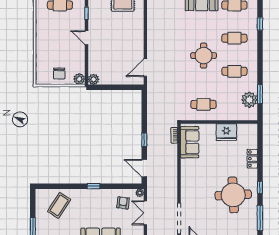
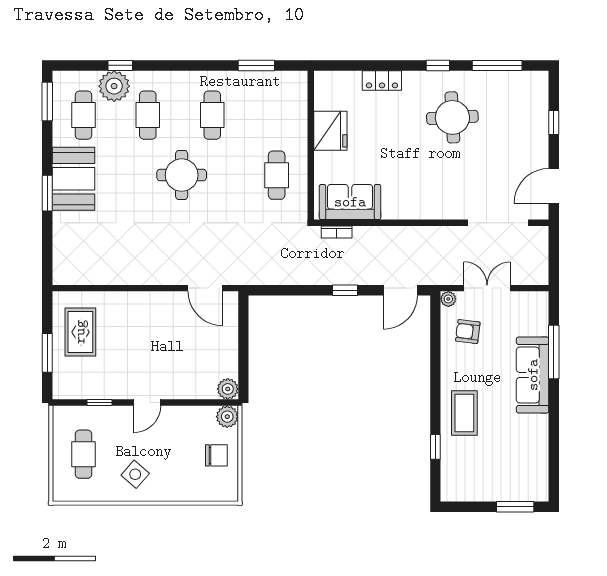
side table: (50, 32) -> (135, 474), added
plant: (249, 100) -> (114, 86), moved
window: (94, 186) -> (435, 447), moved
round table: (233, 195) -> (452, 117), width x0.73, depth x0.73
coffee table: (59, 205) -> (464, 413), moved, turned 57
double door: (145, 213) -> (487, 288), swing flipped

